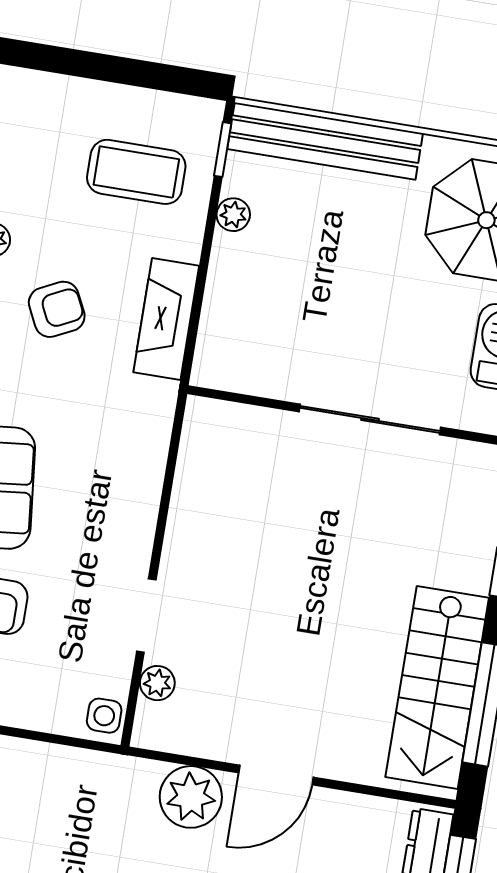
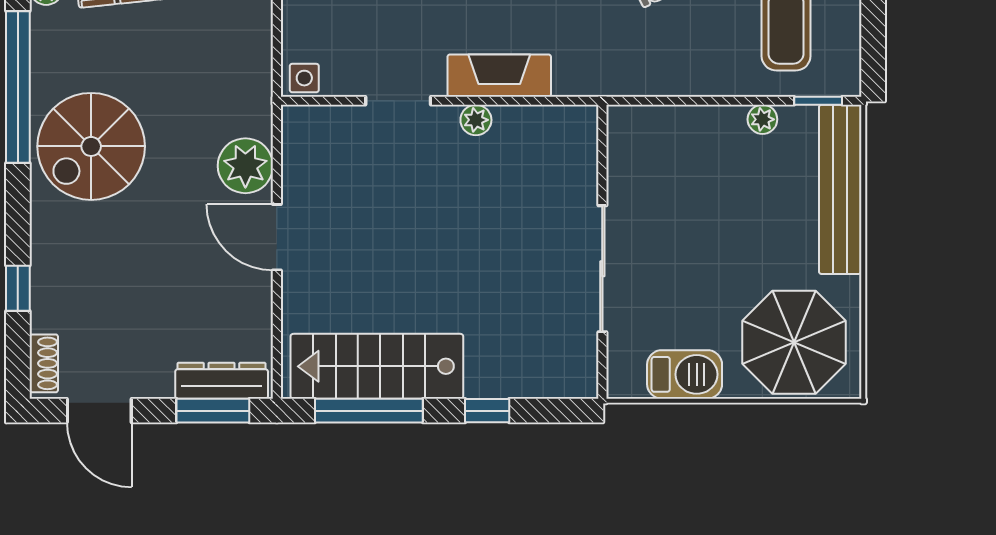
fireplace: (166, 319) -> (499, 76), moved
plant: (157, 683) -> (476, 120), moved

